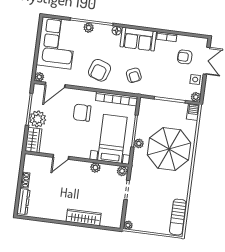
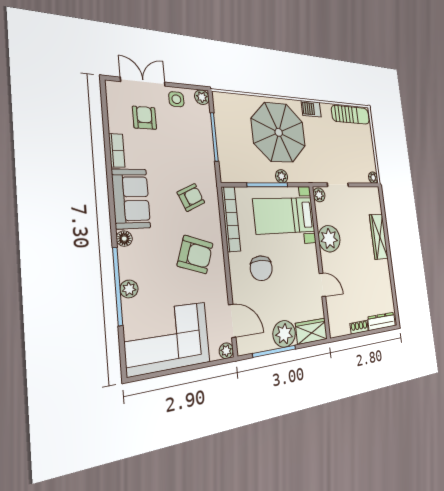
armchair: (185, 57) -> (145, 118), turned 180
barbecue: (193, 112) -> (311, 109), moved
plant: (95, 168) -> (329, 239), width x1.87, depth x1.87

